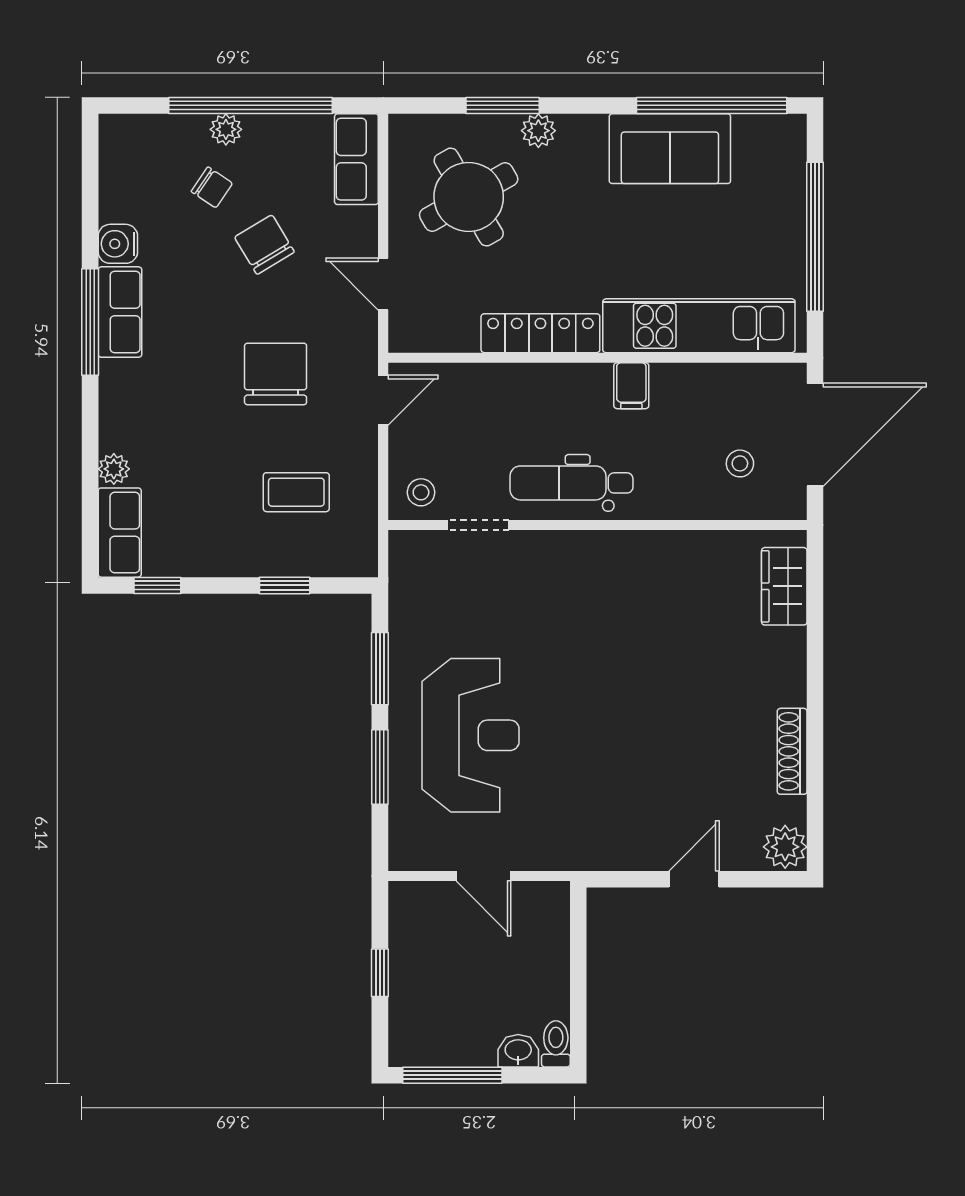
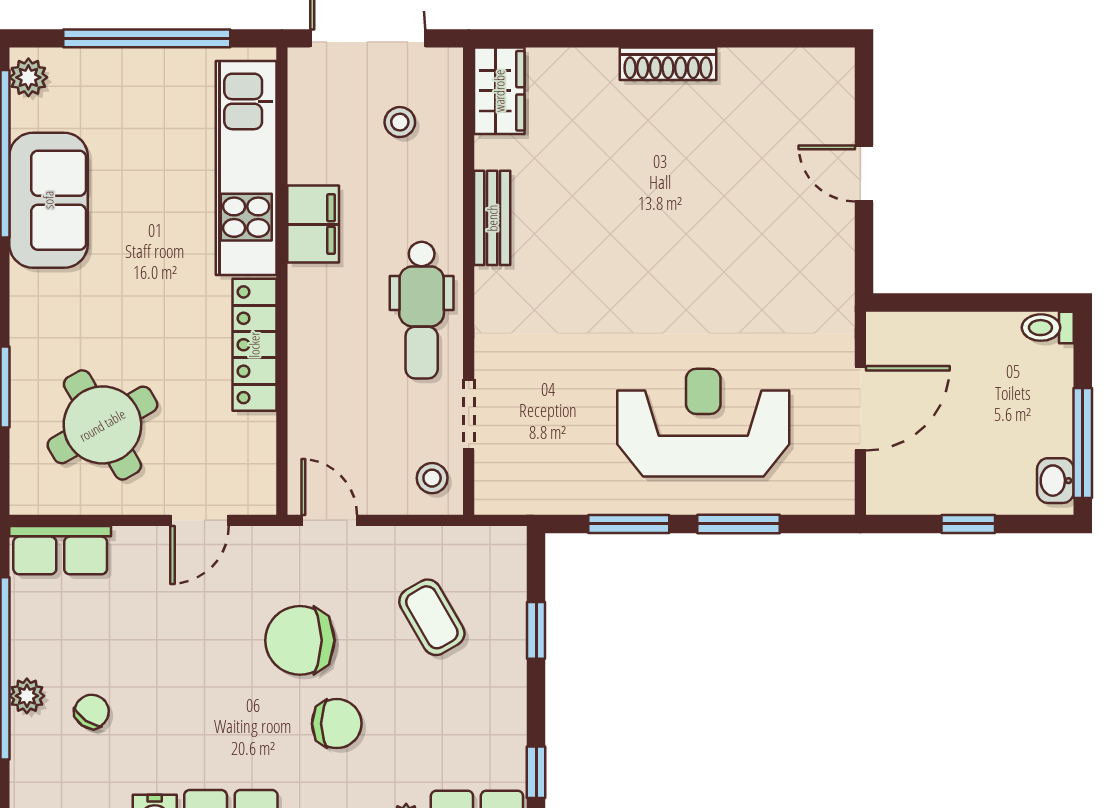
plant: (538, 131) -> (28, 77), moved
chair: (264, 245) -> (337, 724), moved, turned -149
filing cabinet: (631, 386) -> (313, 224), width x2.00
coffee table: (296, 492) -> (432, 617), turned -30
bench: (654, 546) -> (492, 218), added
wardrobe: (784, 586) -> (499, 91), moved, turned -90
shoe rack: (792, 751) -> (668, 64), moved
plant: (785, 847) -> (828, 72), removed
door: (484, 876) -> (860, 408), width x1.38
washbasin: (518, 1051) -> (1055, 481), moved

